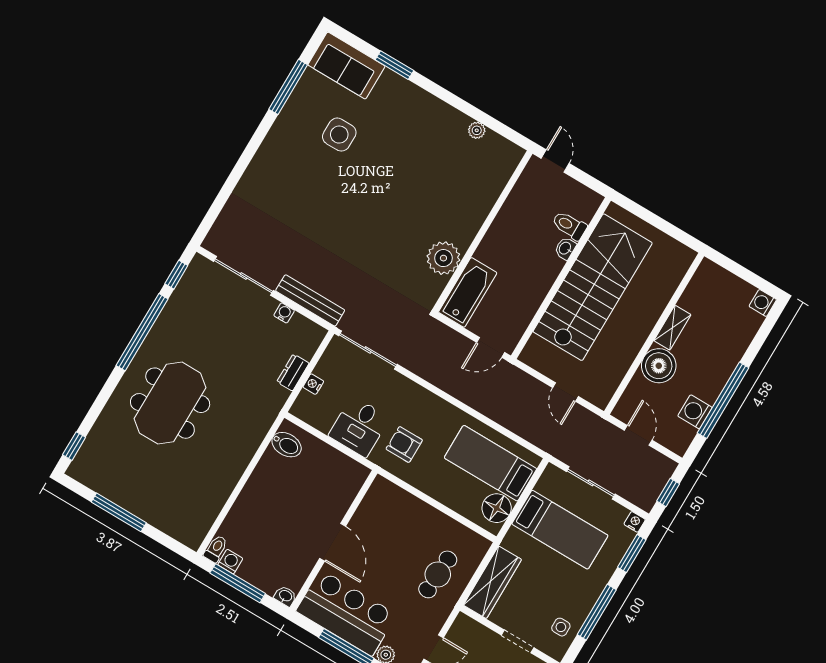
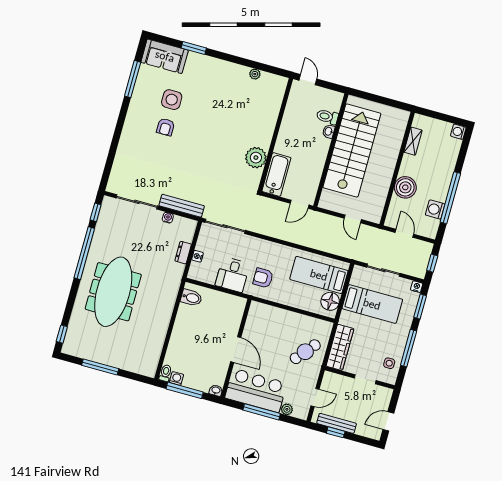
armchair: (319, 174) -> (166, 127), added
shelving: (672, 328) -> (413, 141), moved
meeting table: (170, 403) -> (113, 292), width x1.36
cafe table: (438, 574) -> (305, 352), turned 37

